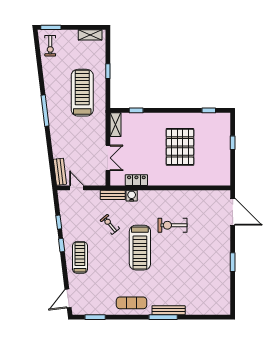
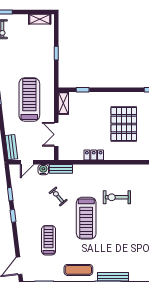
treadmill: (82, 93) -> (29, 100), moved
double door: (108, 158) -> (56, 134), swing flipped
locker: (136, 180) -> (94, 155), moved
door: (77, 188) -> (27, 162), swing flipped
water cooler: (132, 196) -> (43, 170), moved
treadmill: (80, 257) -> (49, 240), moved

